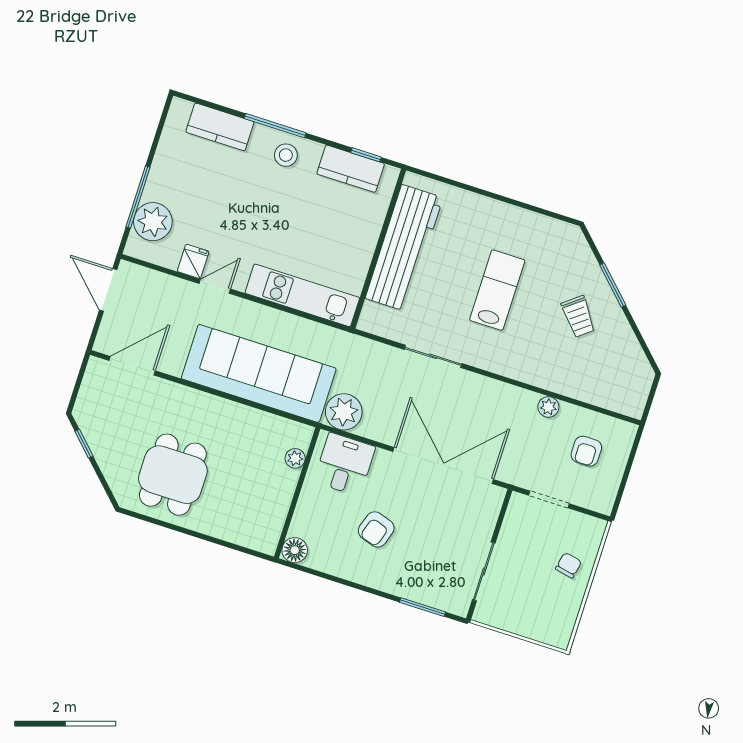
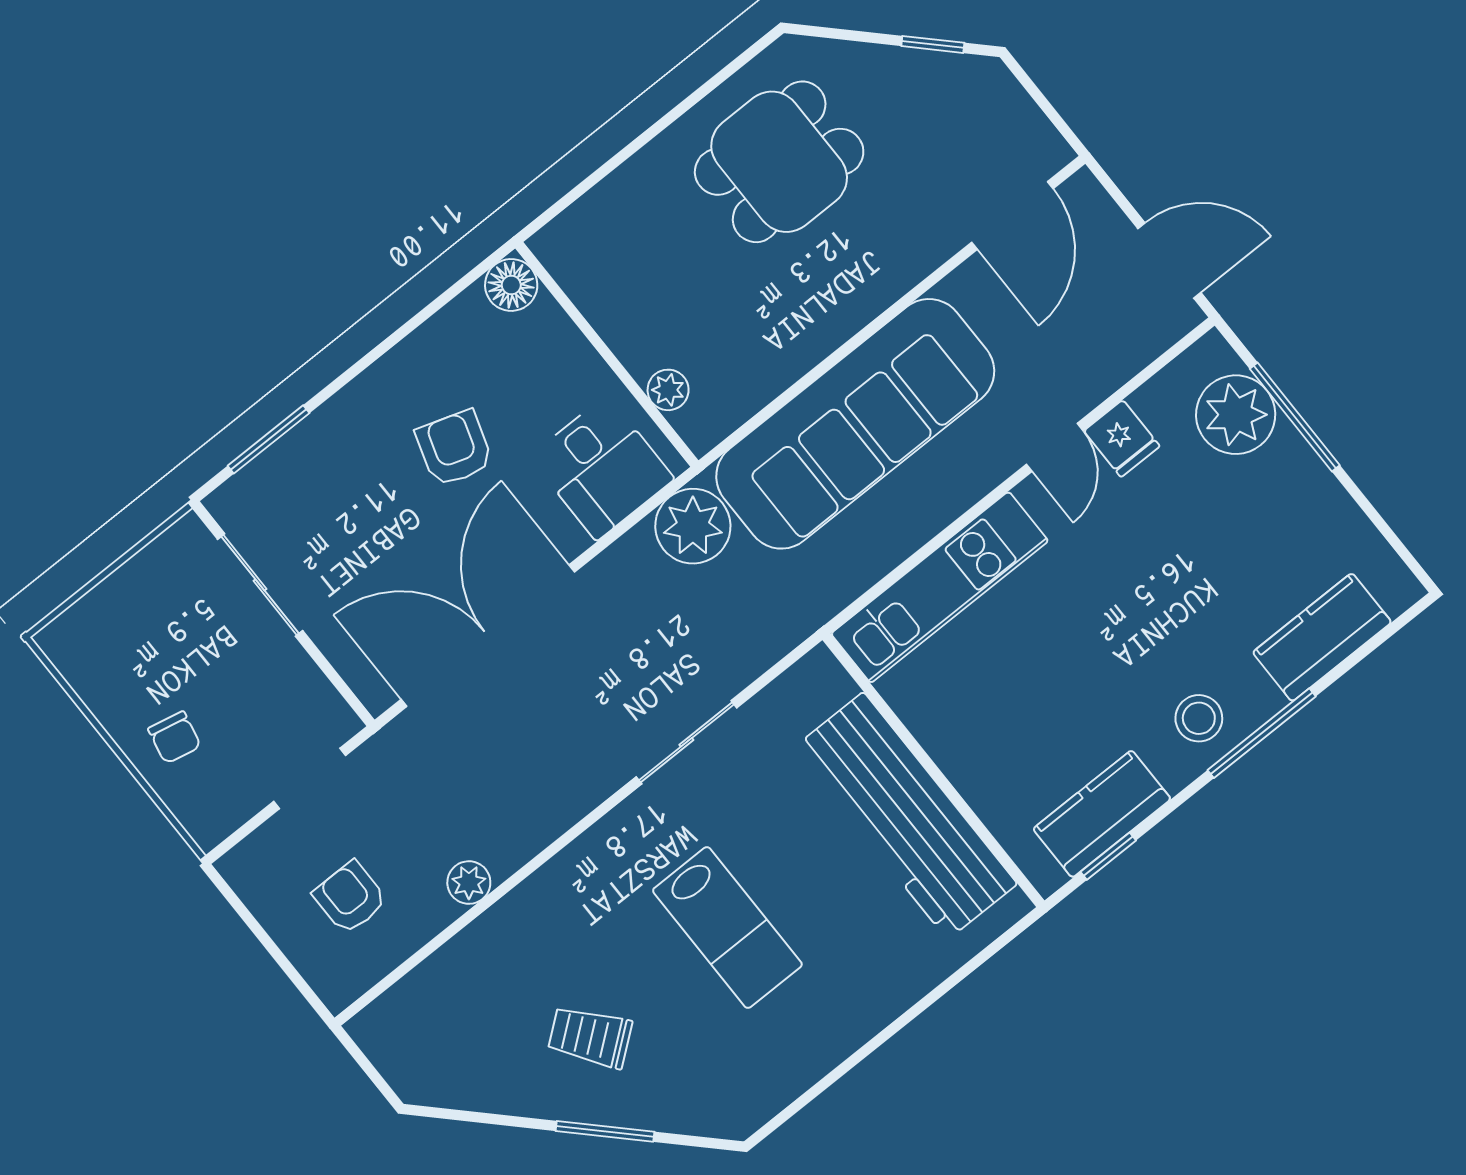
double door: (443, 466) -> (488, 636), swing flipped
dining table: (173, 475) -> (779, 162), turned 90

